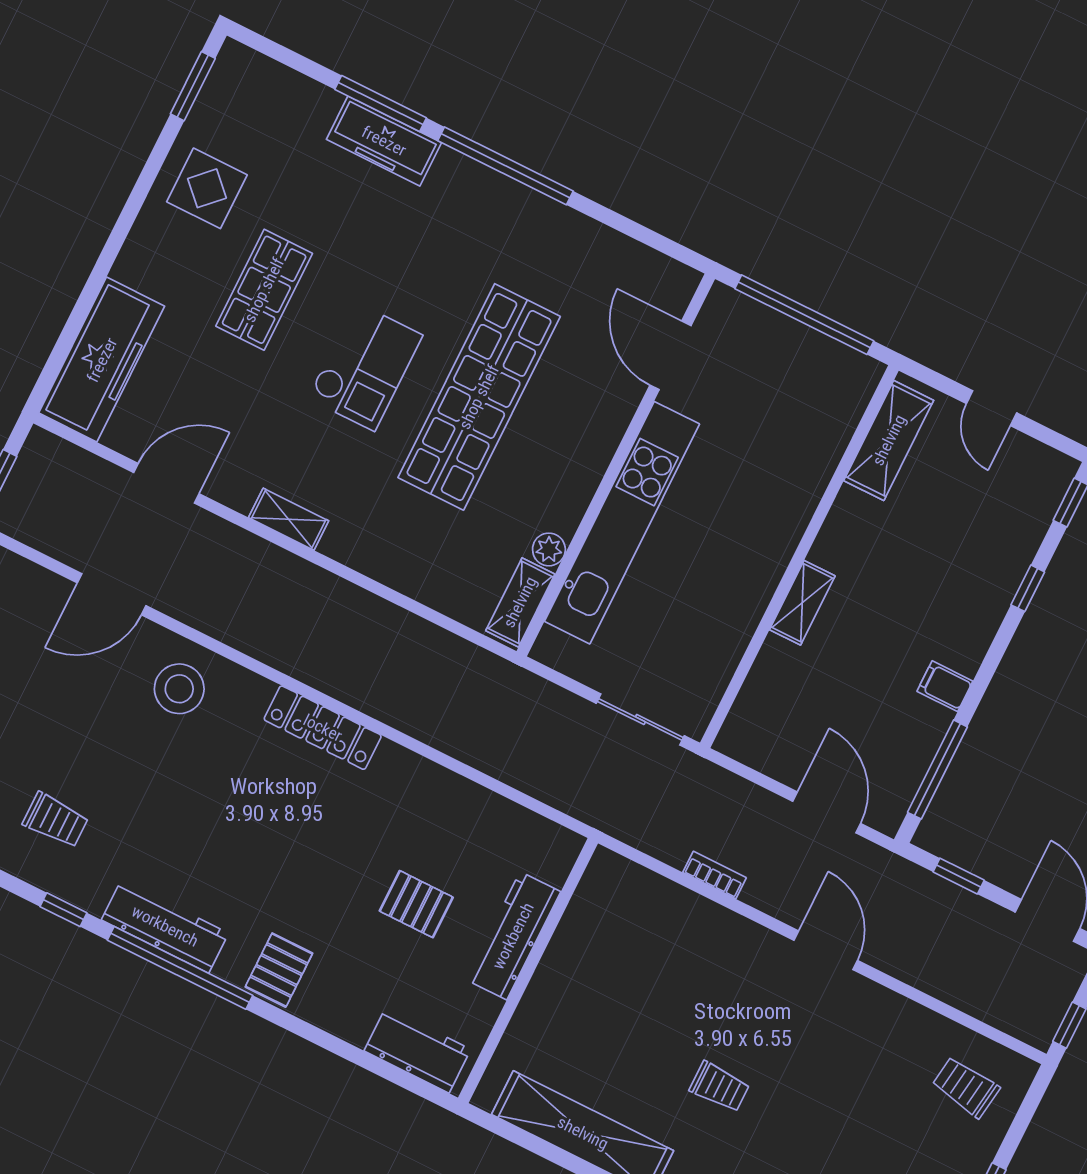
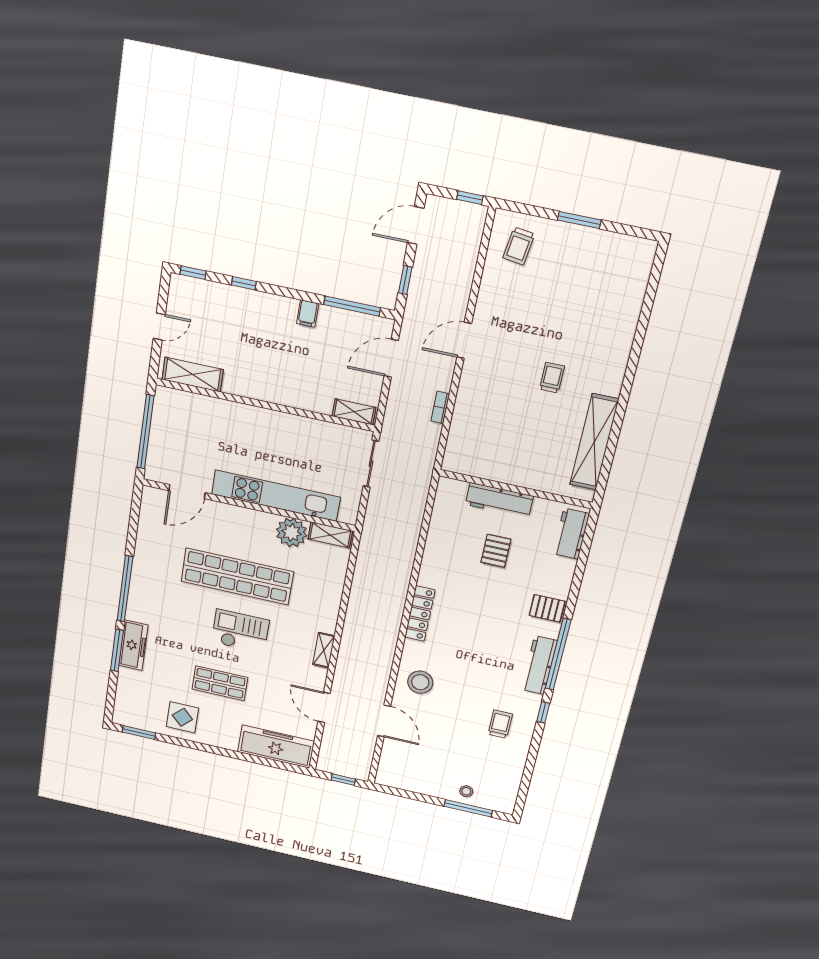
plant: (549, 549) -> (292, 533), width x1.88, depth x1.88
shelving: (802, 603) -> (354, 412), moved

